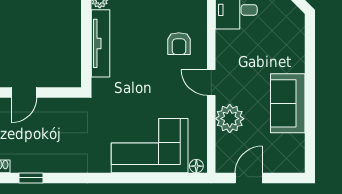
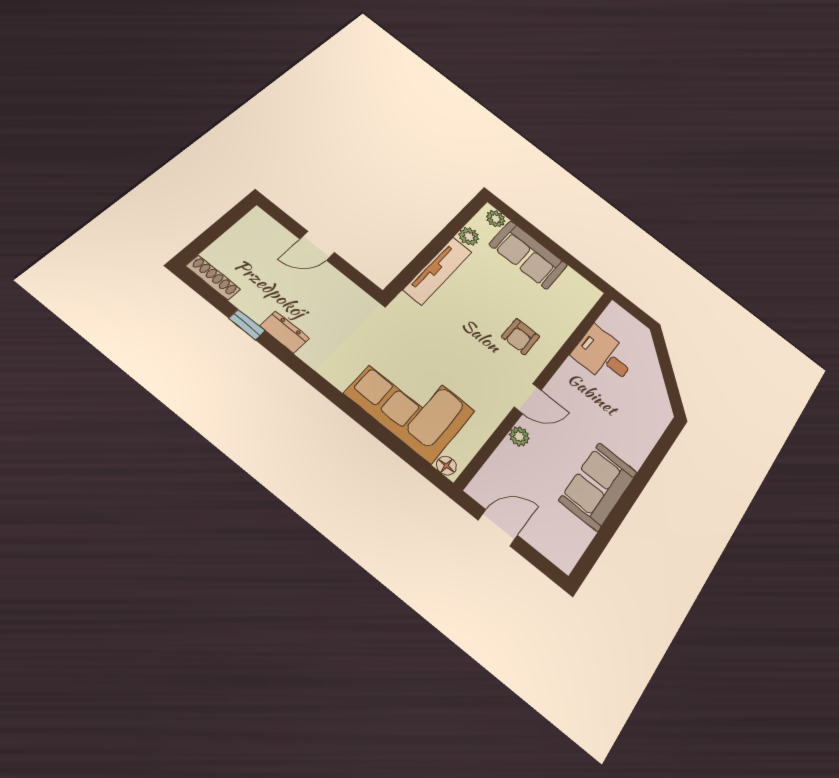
door: (211, 83) -> (528, 398), swing flipped
plant: (230, 119) -> (519, 436), width x0.53, depth x0.53
dresser: (53, 164) -> (284, 332), added

